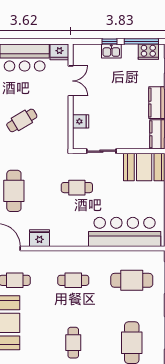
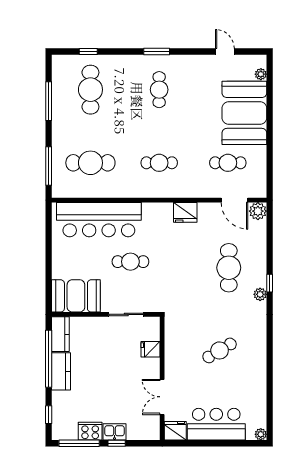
cooker: (148, 52) -> (90, 431), moved
cafe table: (77, 188) -> (130, 262), moved
fridge: (39, 238) -> (185, 212), moved

